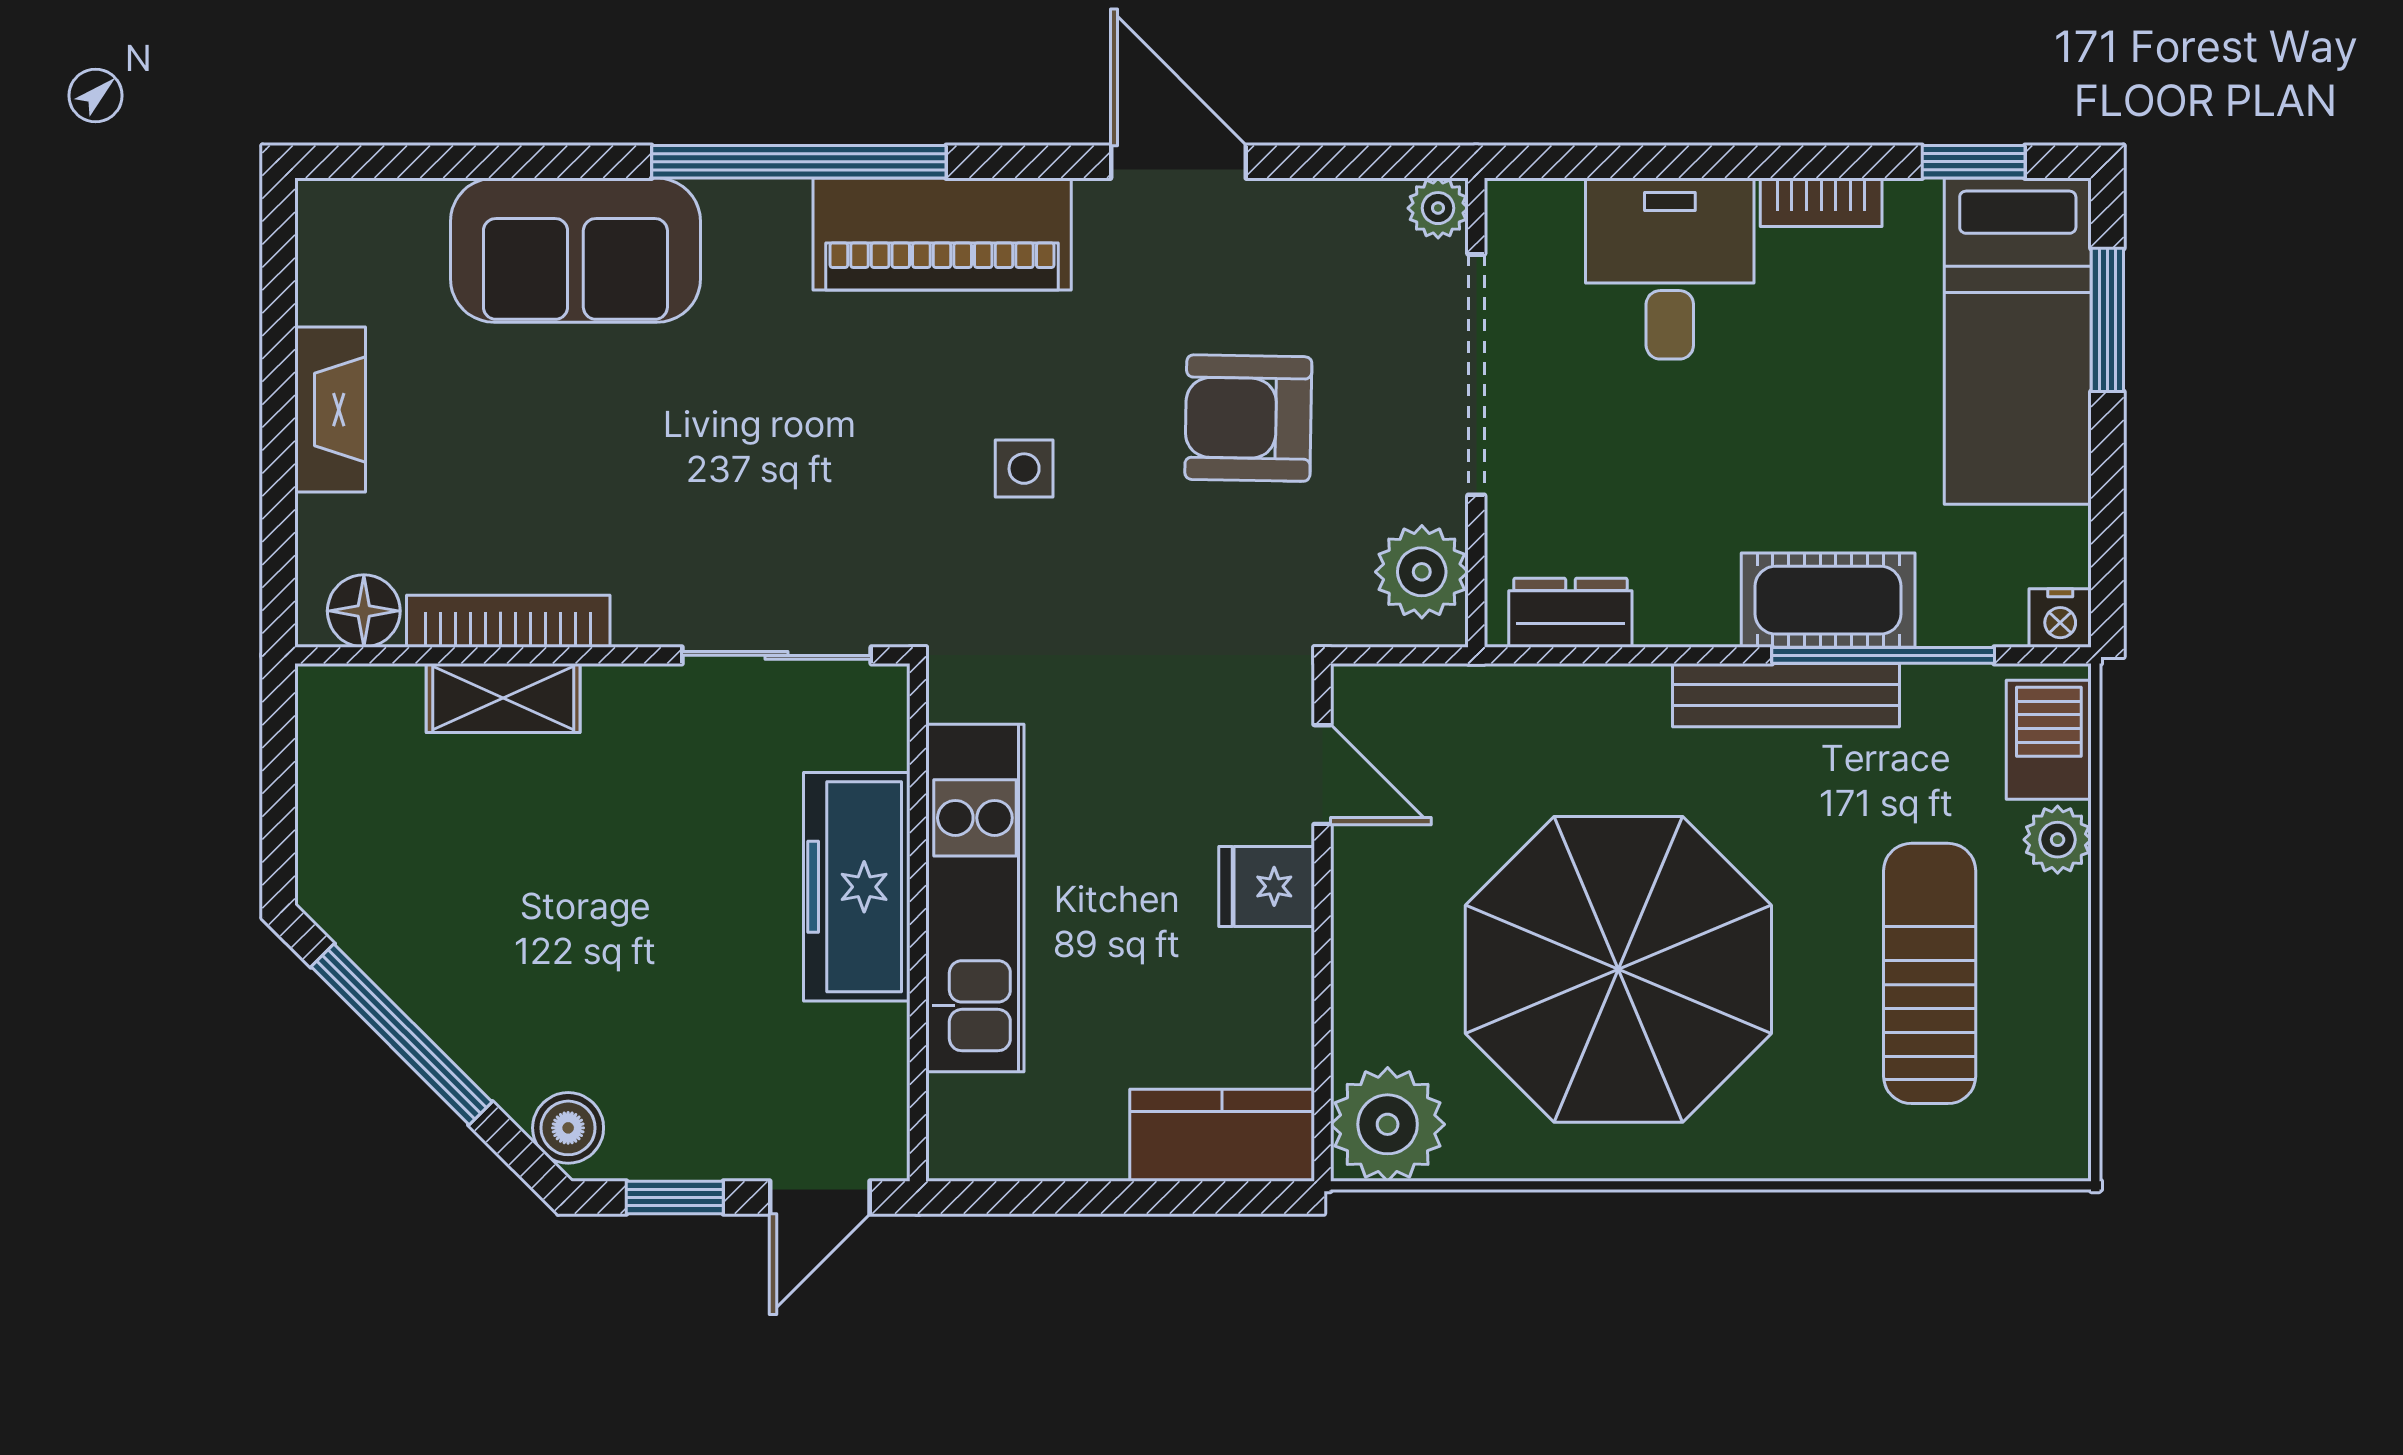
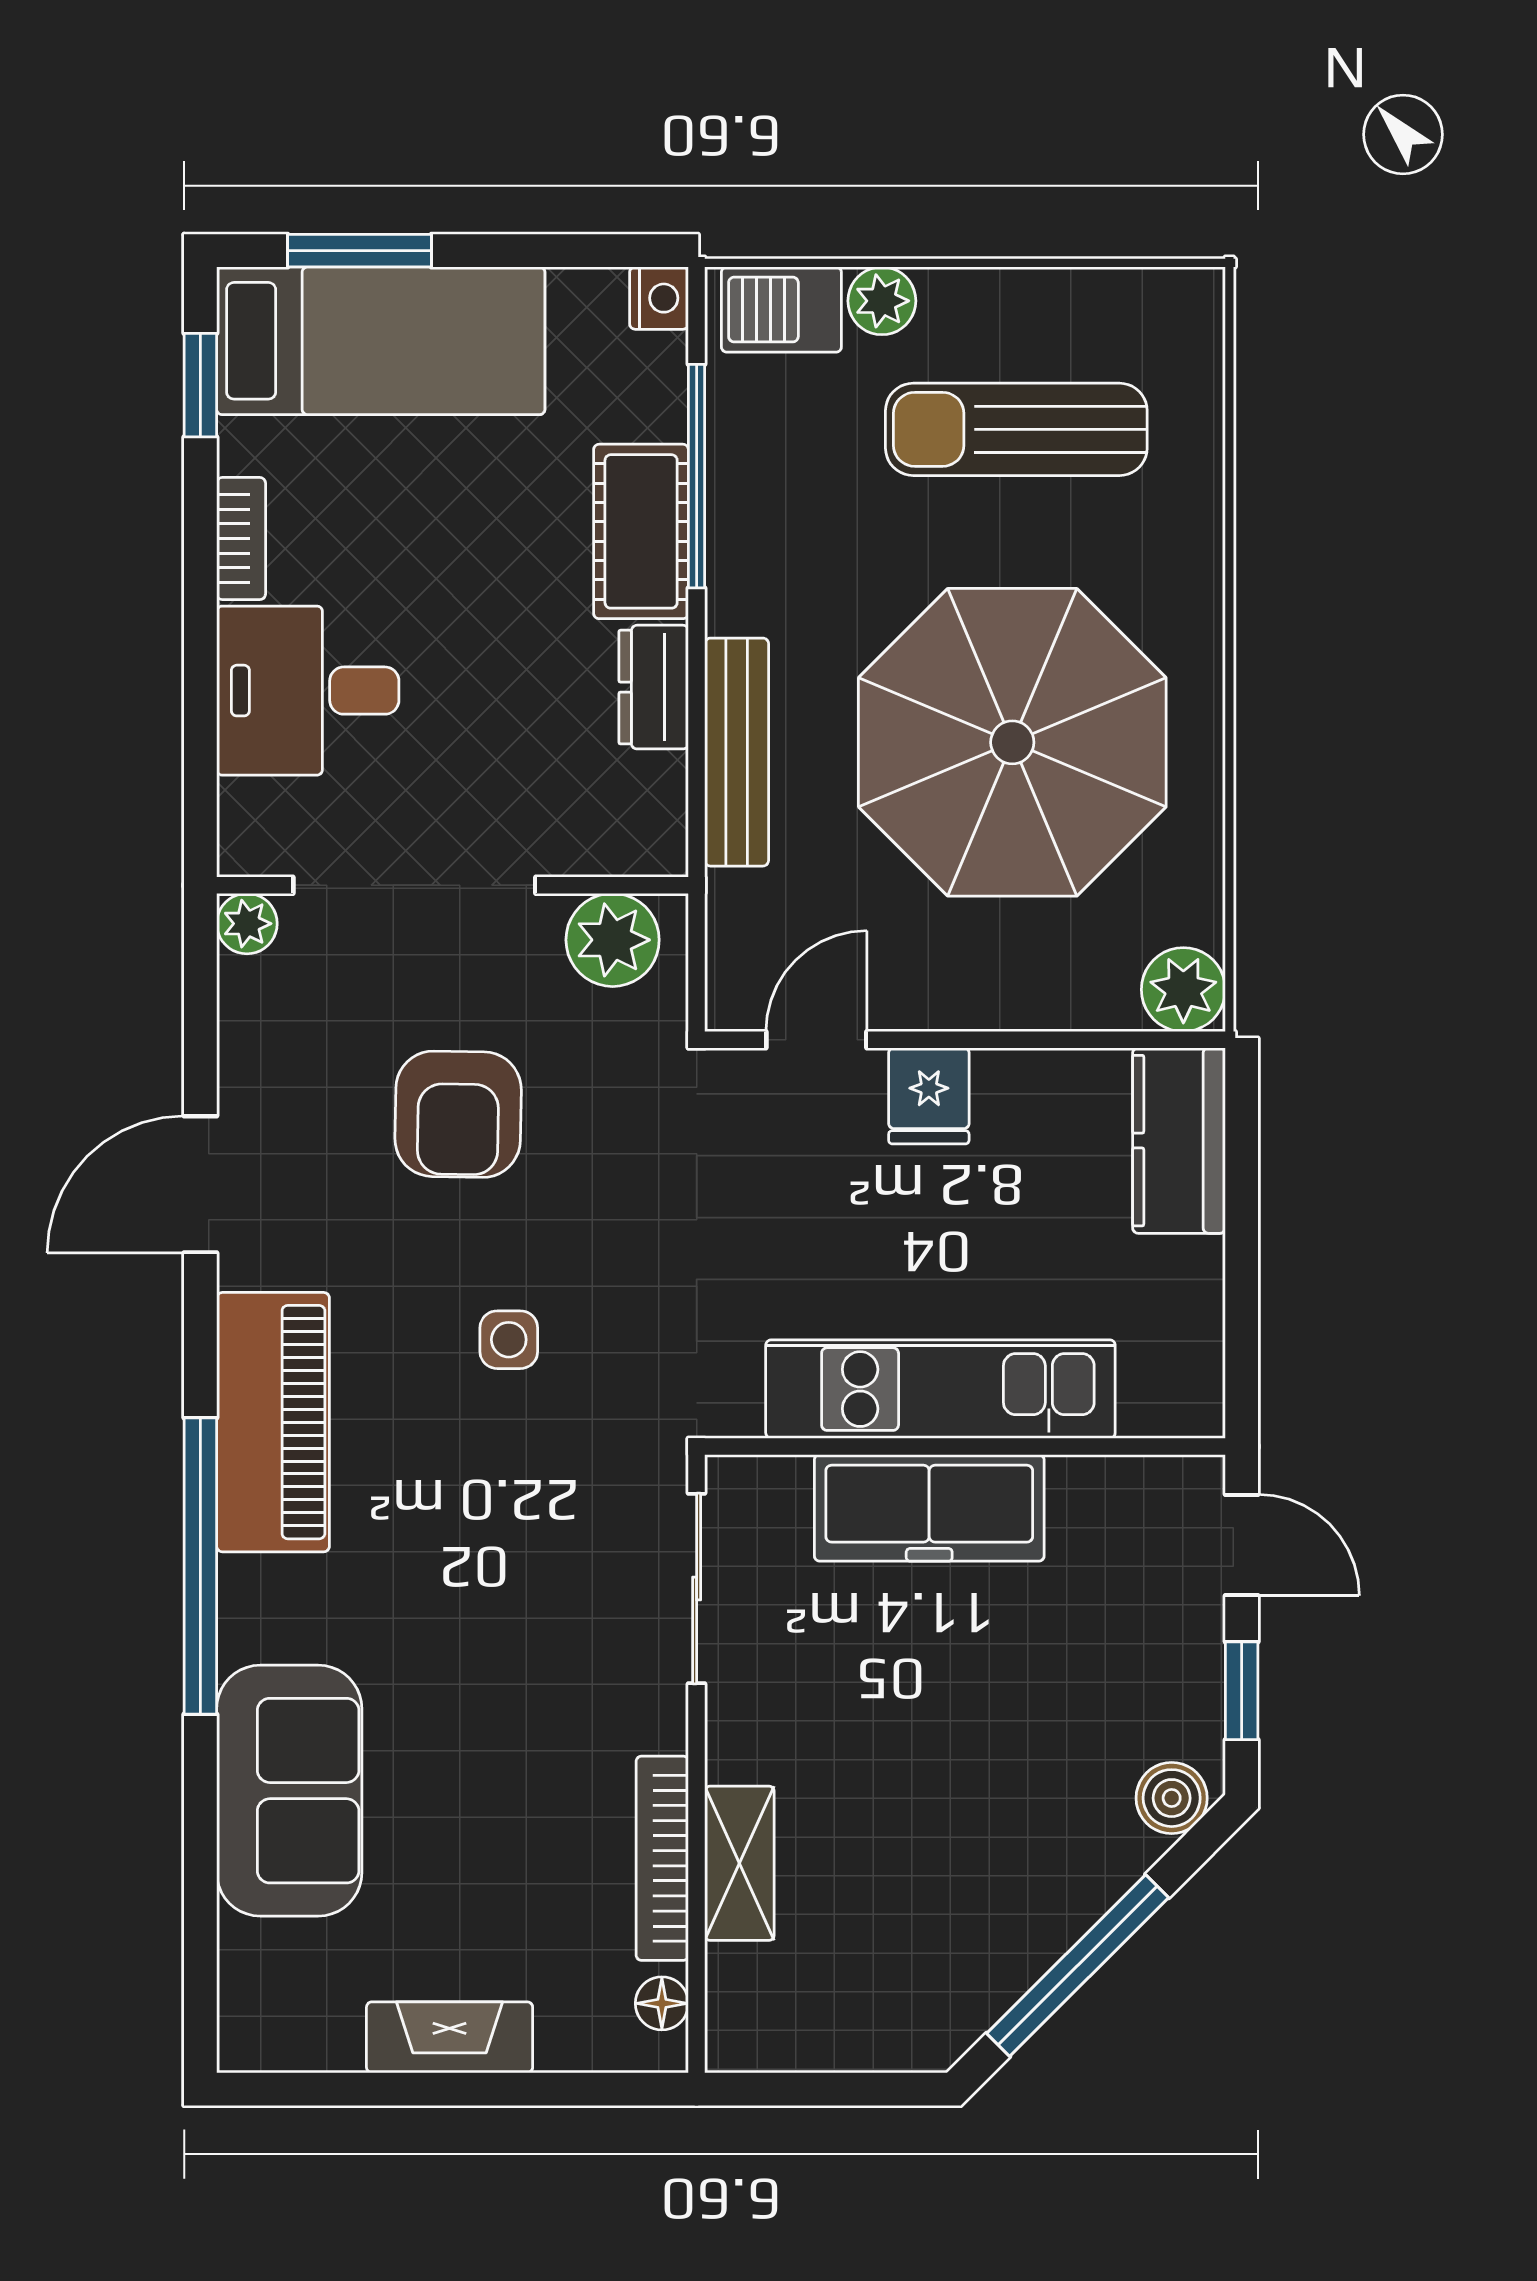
floor lamp: (364, 611) -> (662, 2003), width x0.73, depth x0.73
dresser: (1570, 613) -> (654, 687), moved
bench: (1786, 695) -> (737, 752), moved
plant: (1388, 1124) -> (1183, 990), width x0.73, depth x0.73

